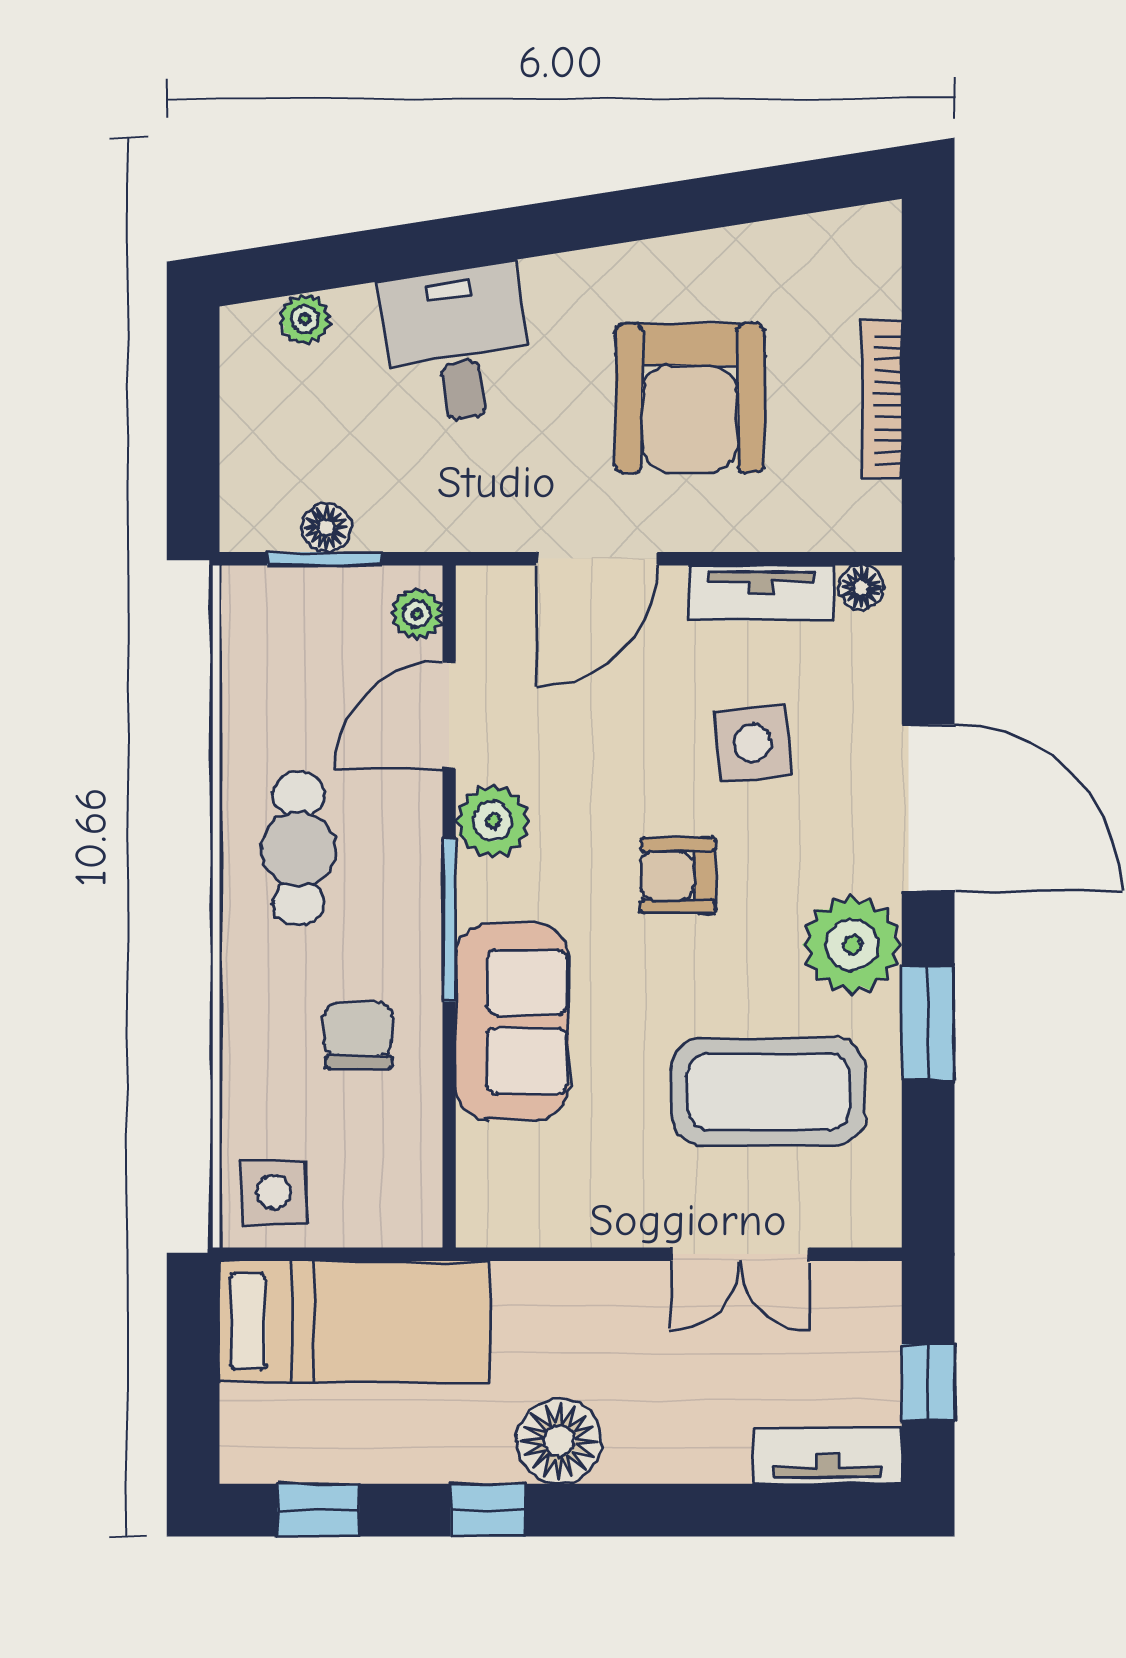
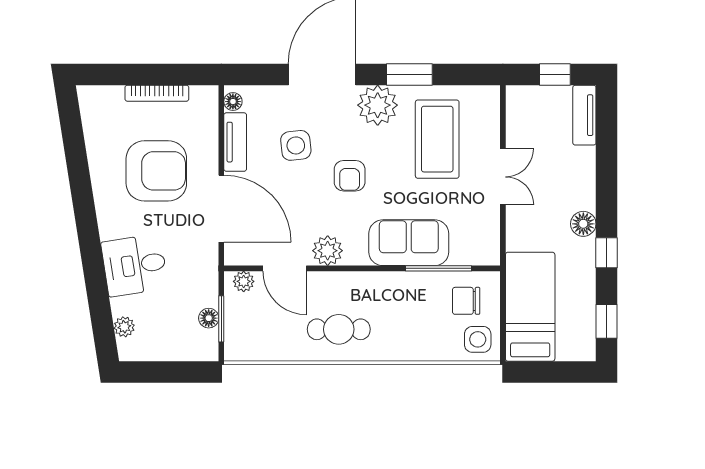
door: (597, 559) -> (221, 209), width x1.36
window: (449, 920) -> (439, 268), moved
chair: (358, 1035) -> (466, 301), moved
double door: (740, 1254) -> (503, 177), moved
floor lamp: (559, 1441) -> (583, 224), width x0.73, depth x0.73

